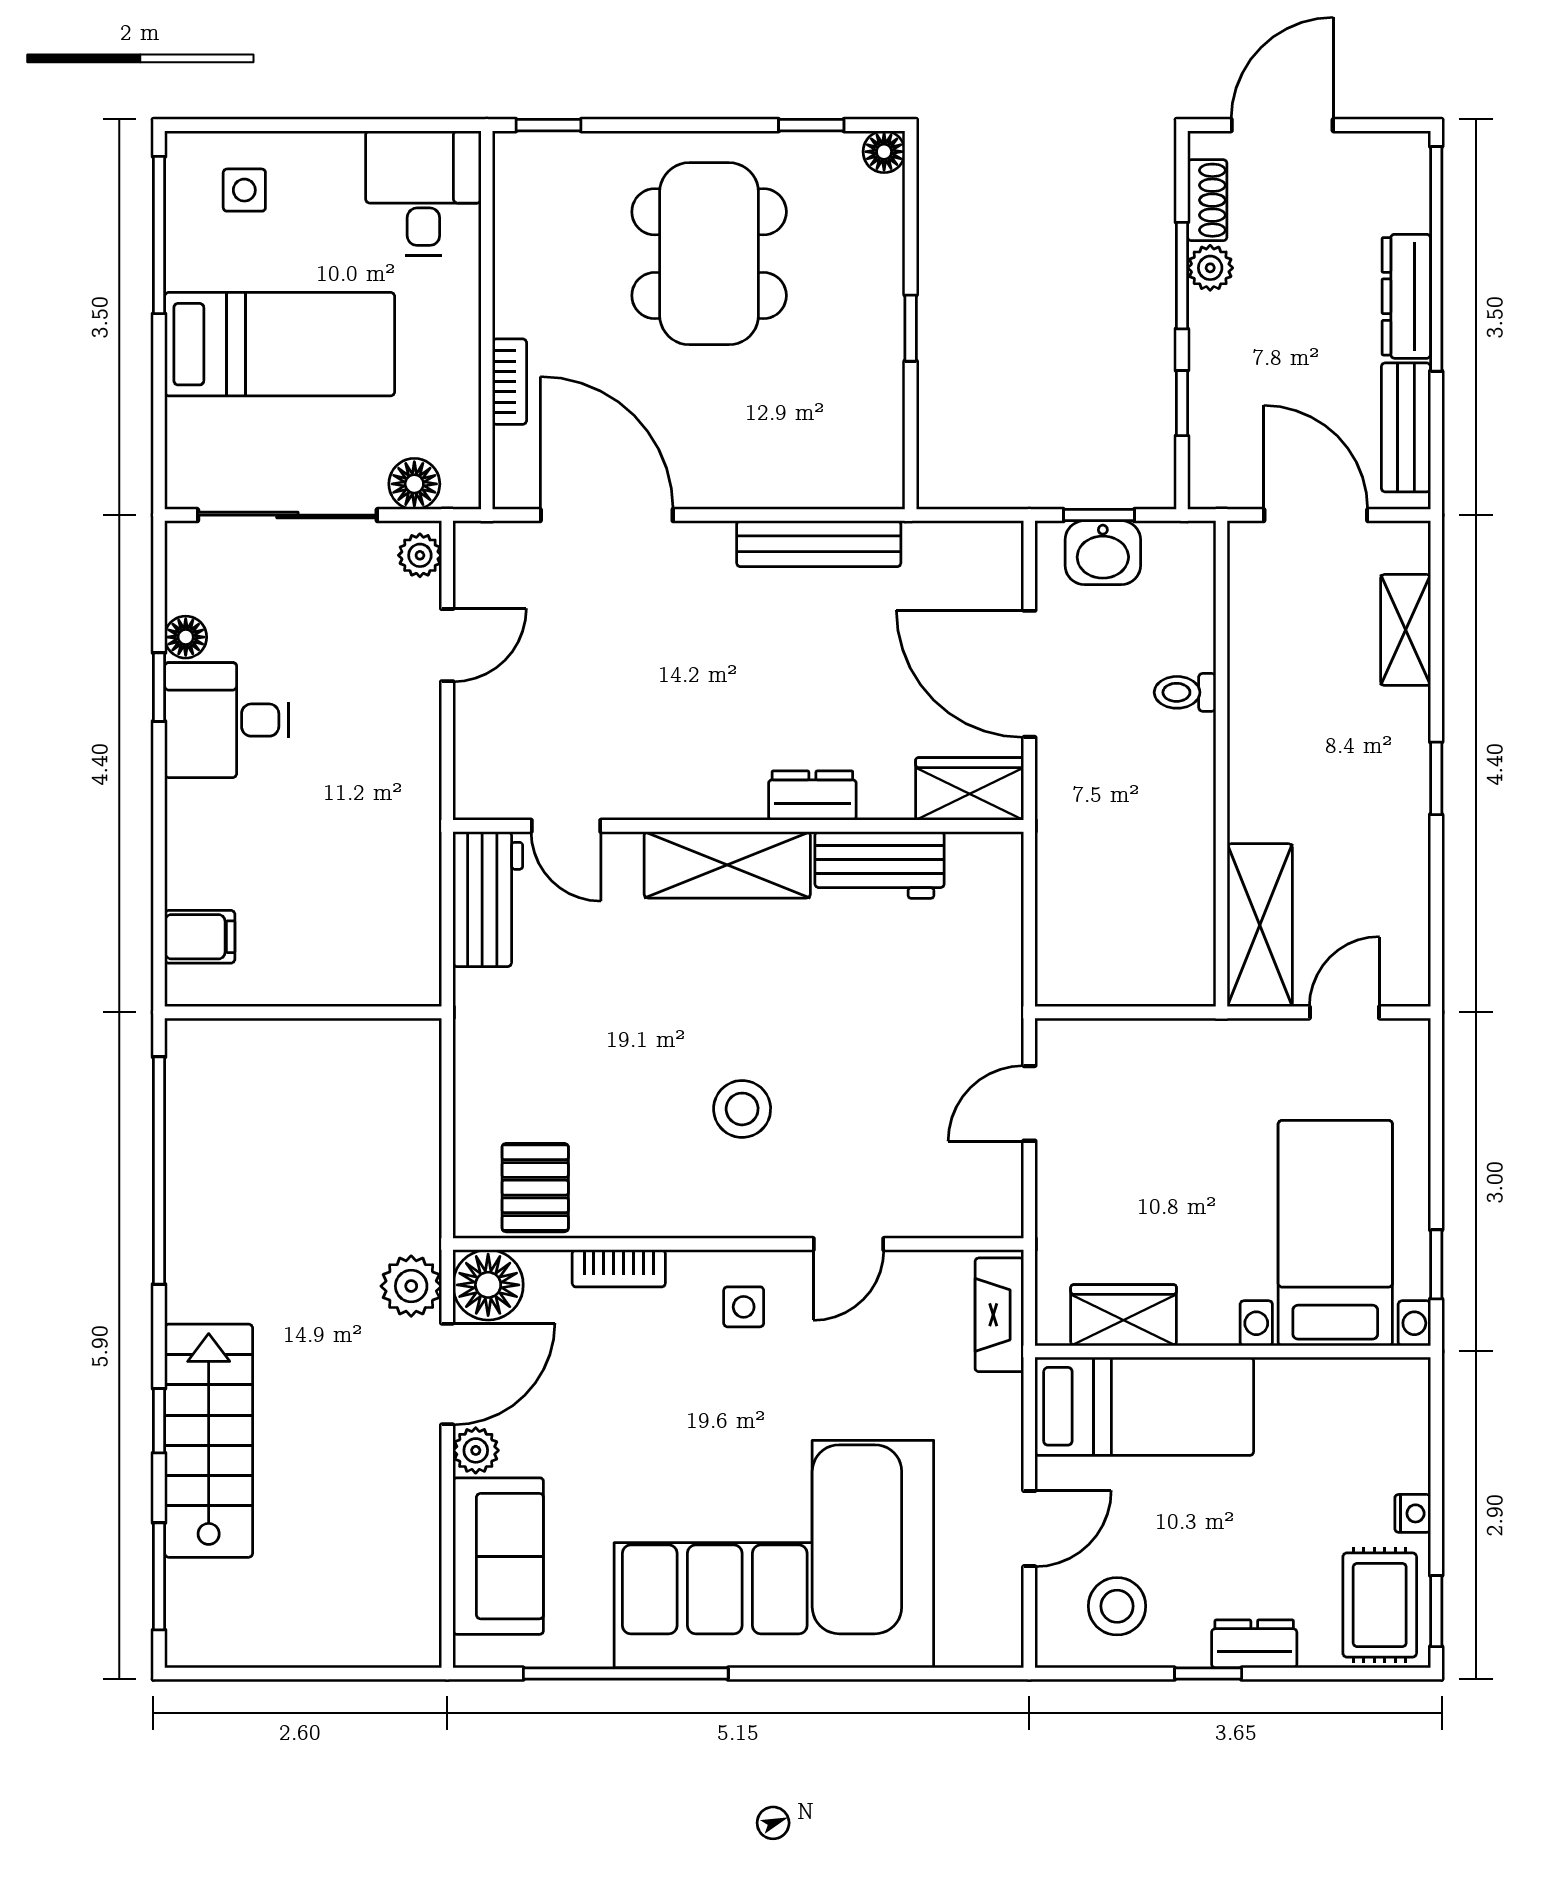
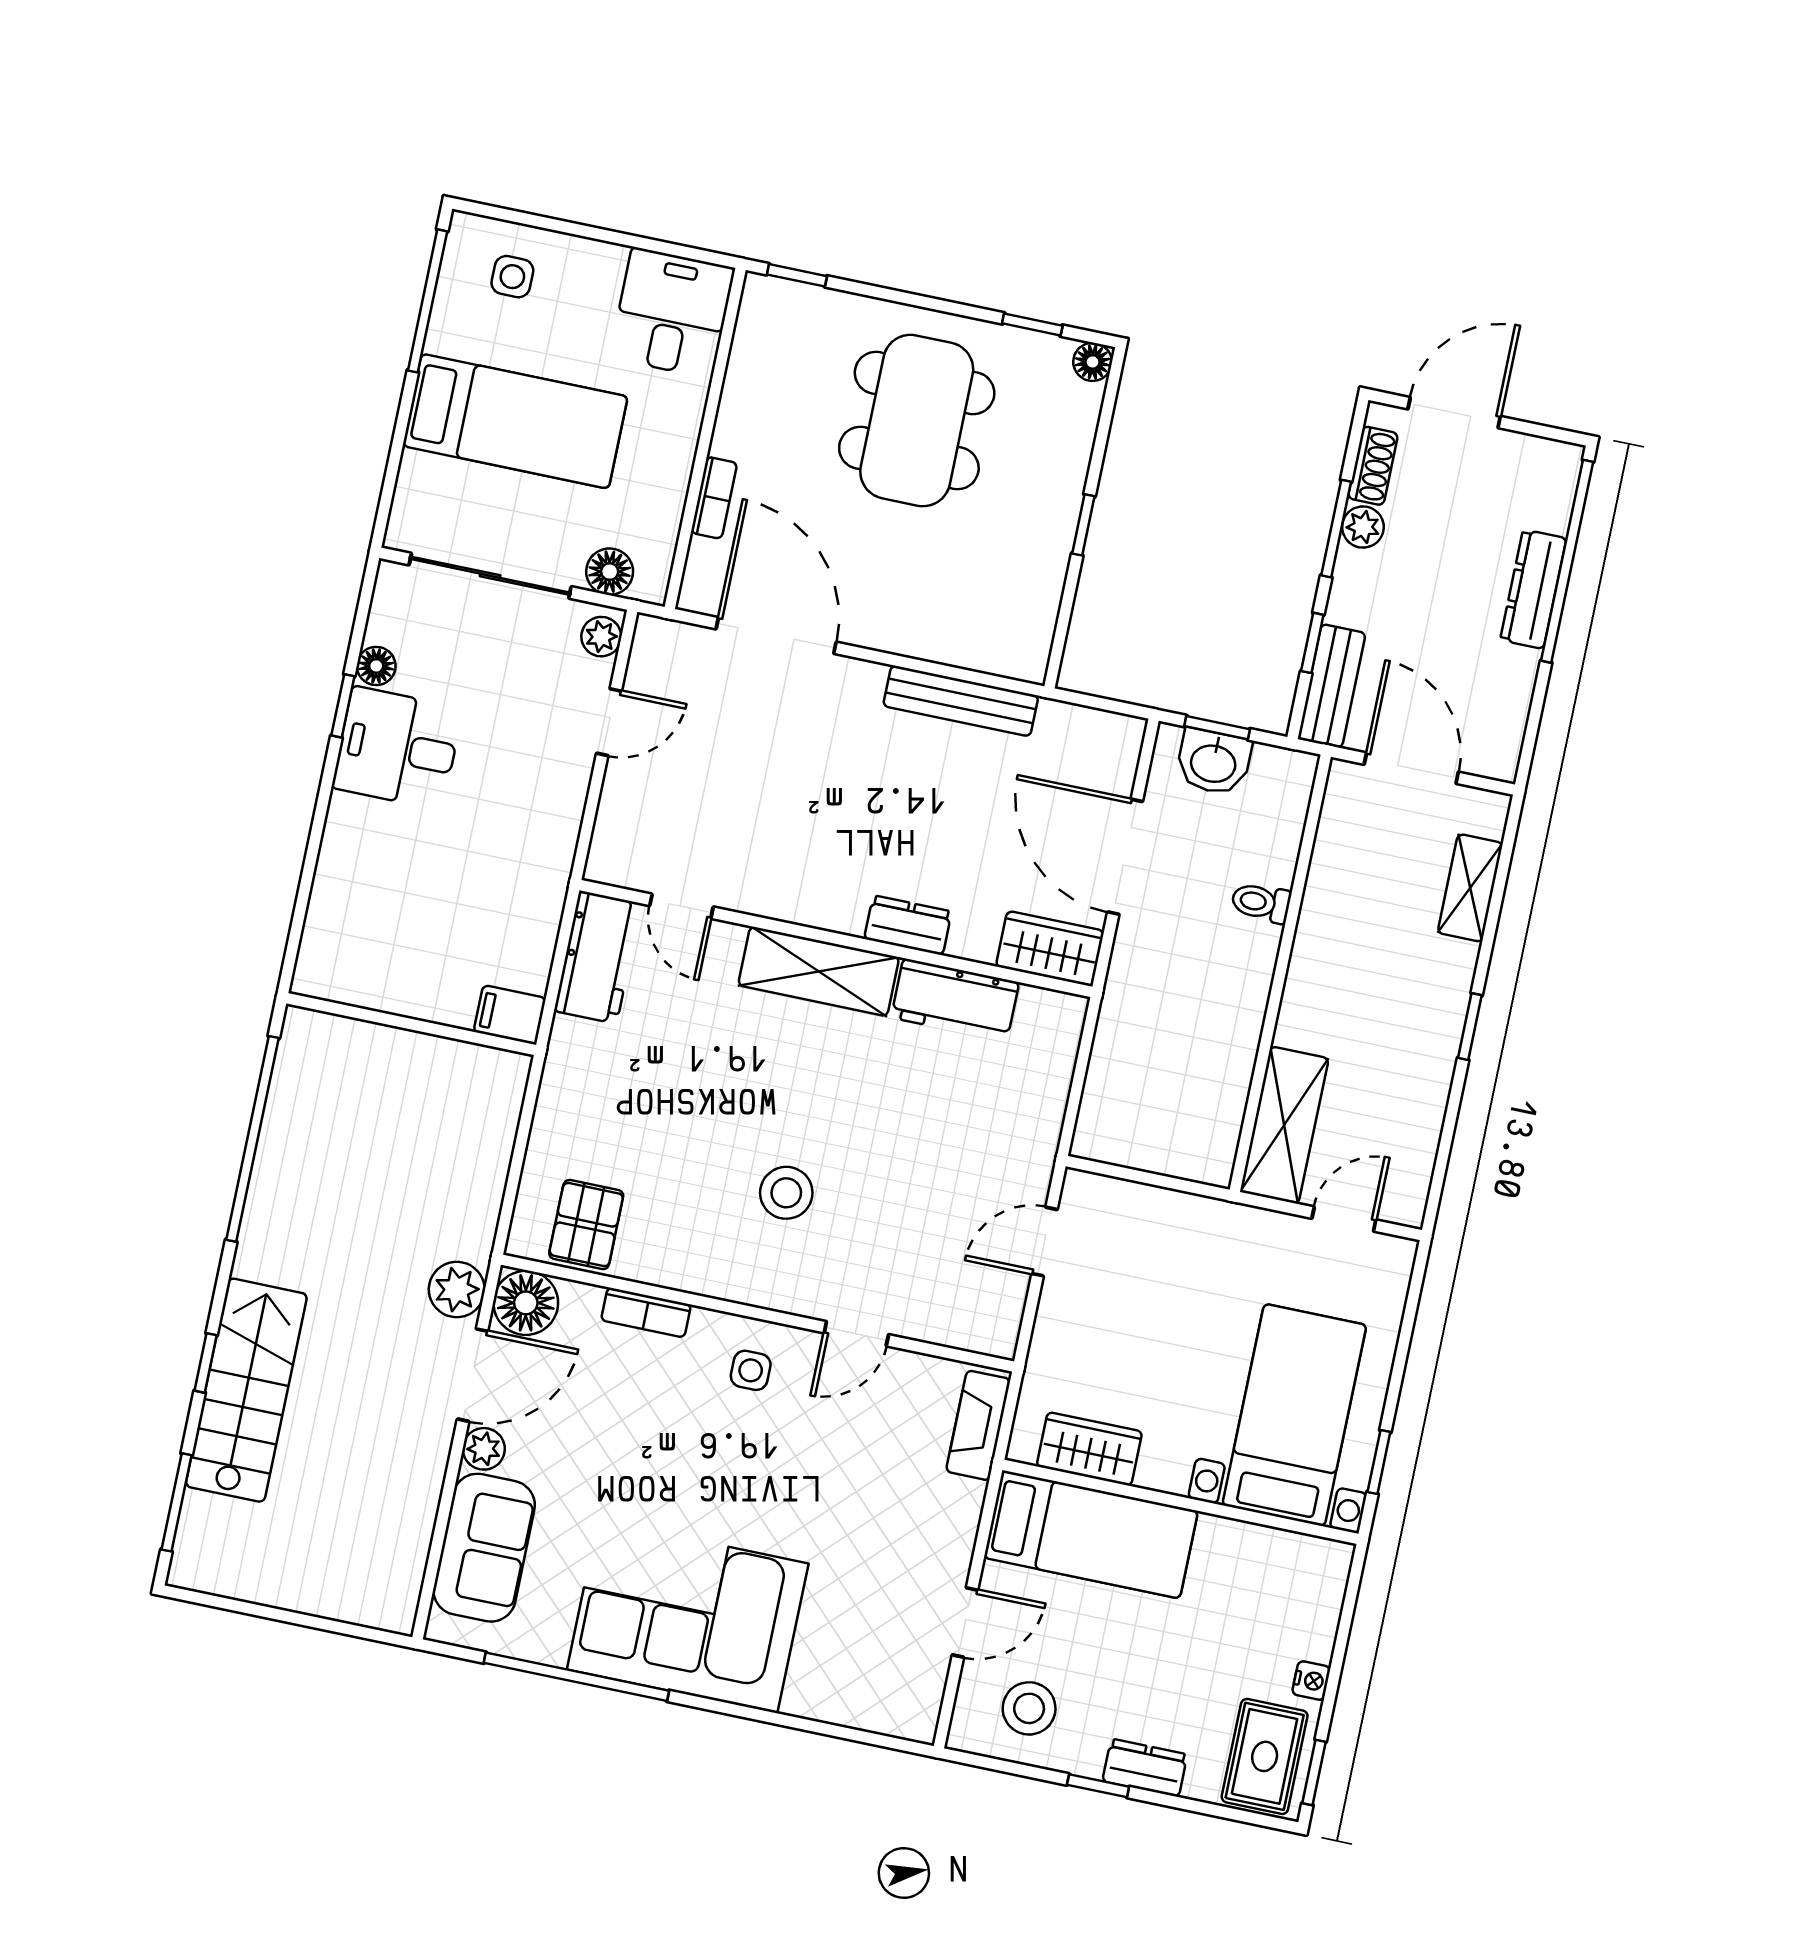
bench: (1406, 427) -> (1332, 686), moved
filing cabinet: (200, 937) -> (510, 1015), moved, turned 180
corner sofa: (774, 1554) -> (688, 1616), width x0.73, depth x0.74

